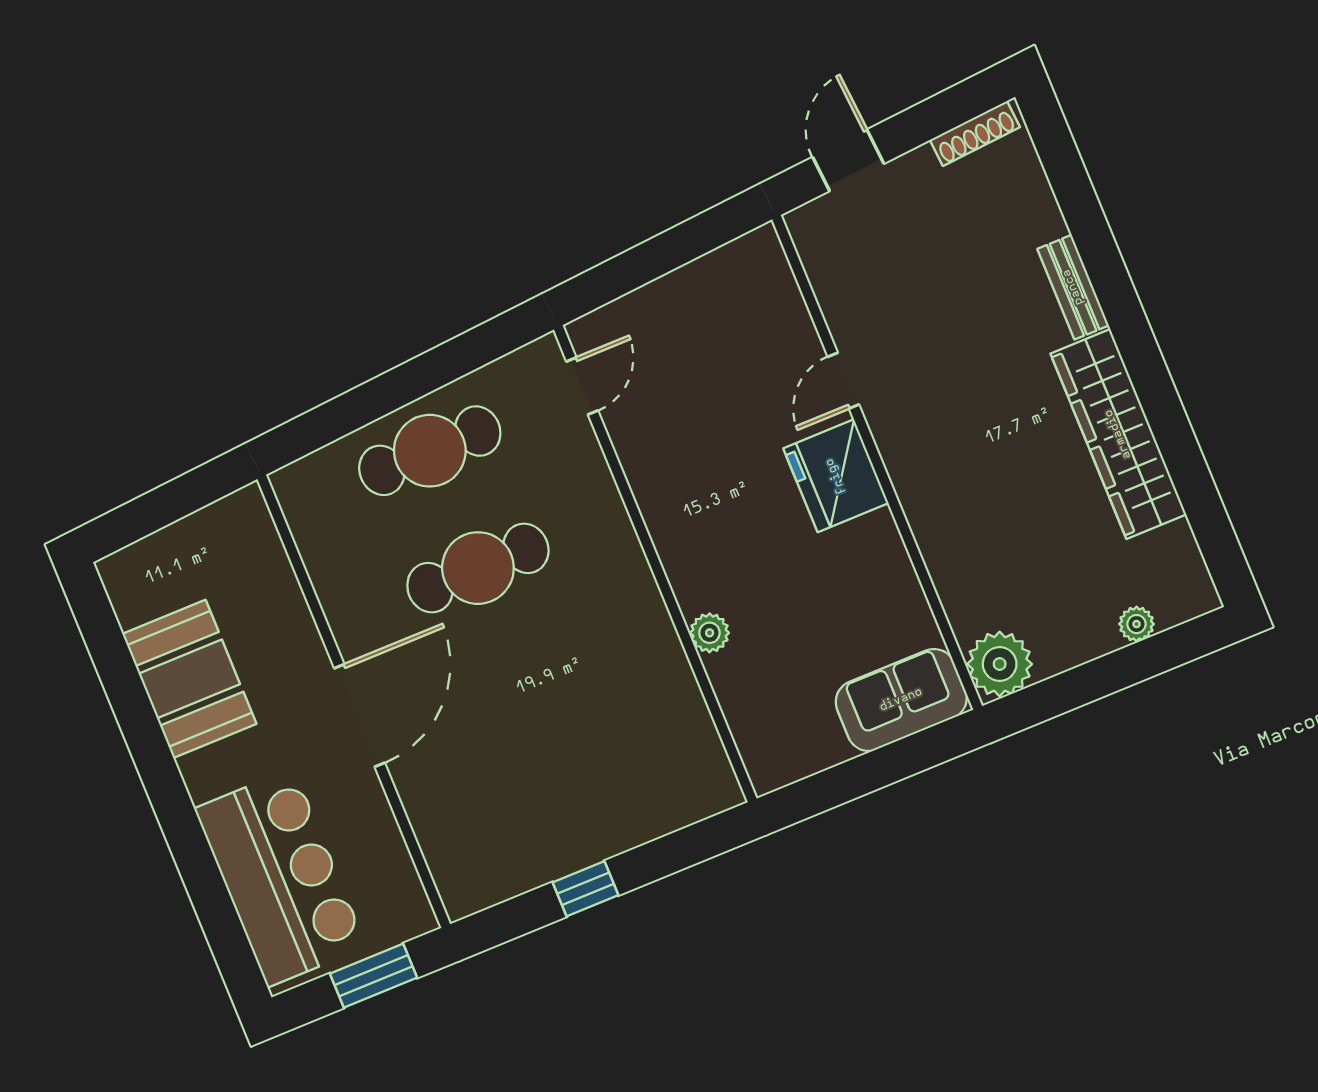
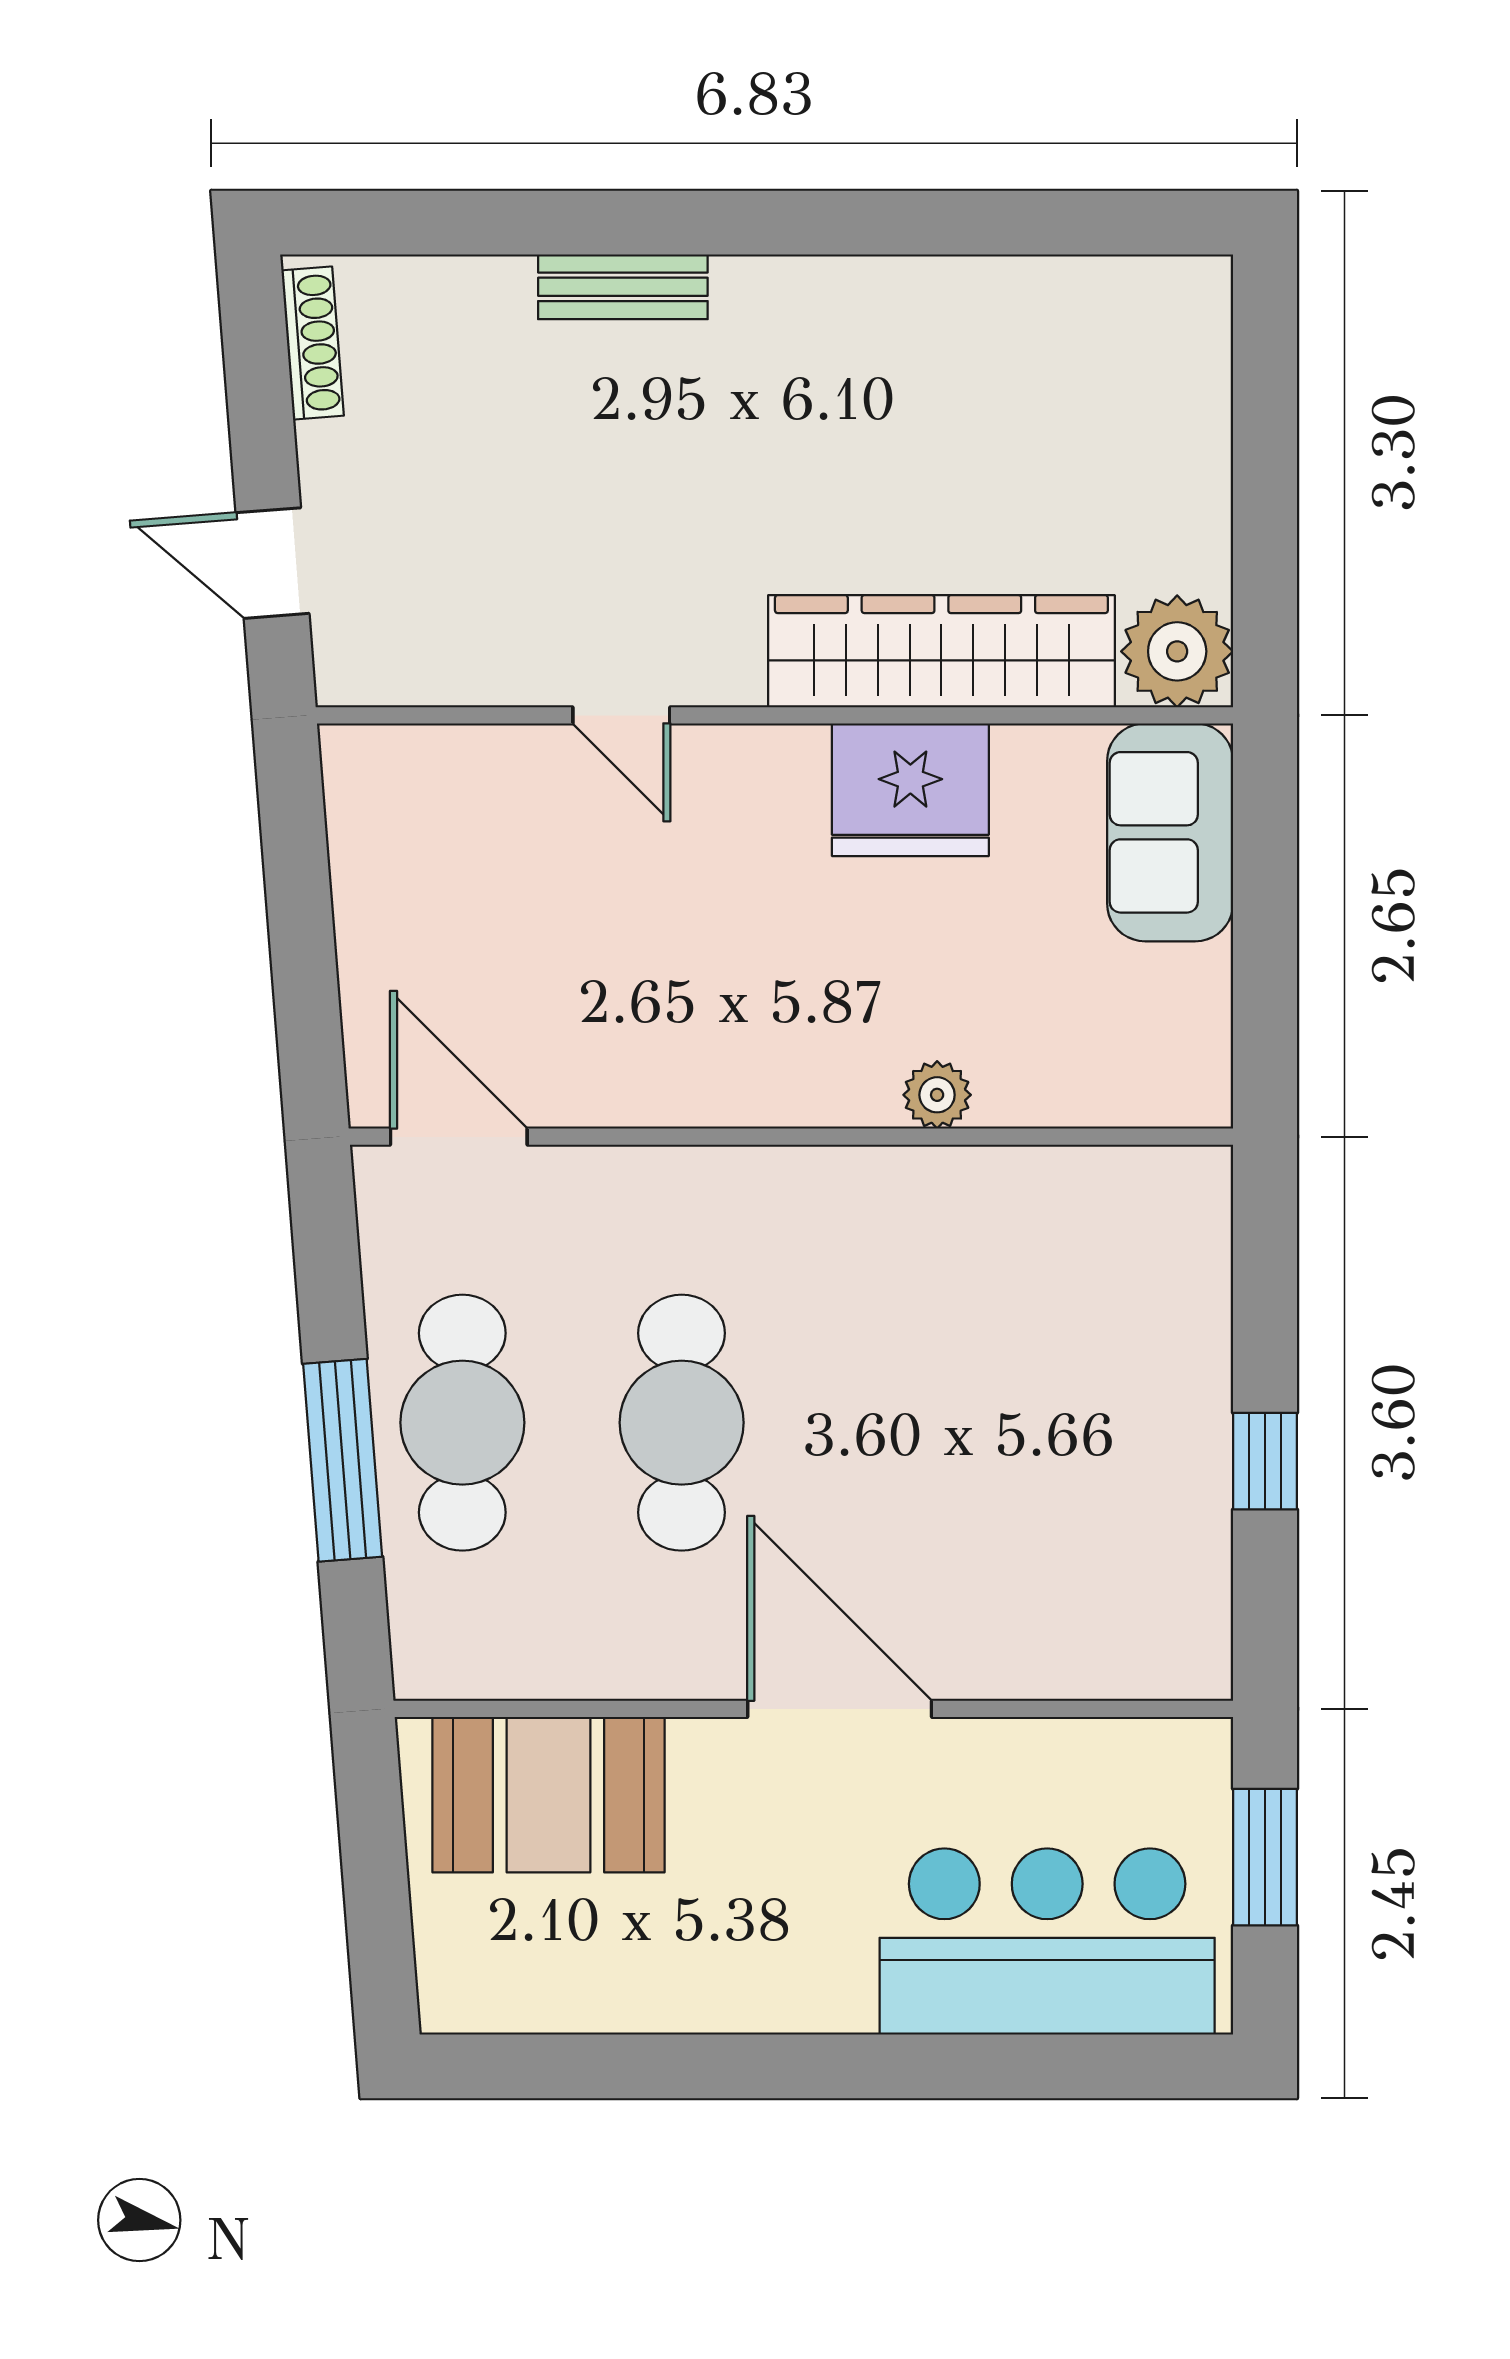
door: (582, 386) -> (459, 1137), width x1.38
window: (383, 395) -> (343, 1460), added
wardrobe: (1118, 434) -> (941, 651), moved, turned 180
fridge: (836, 476) -> (910, 790), moved
plant: (1137, 624) -> (1203, 406), removed
booth: (189, 679) -> (549, 1795), moved

